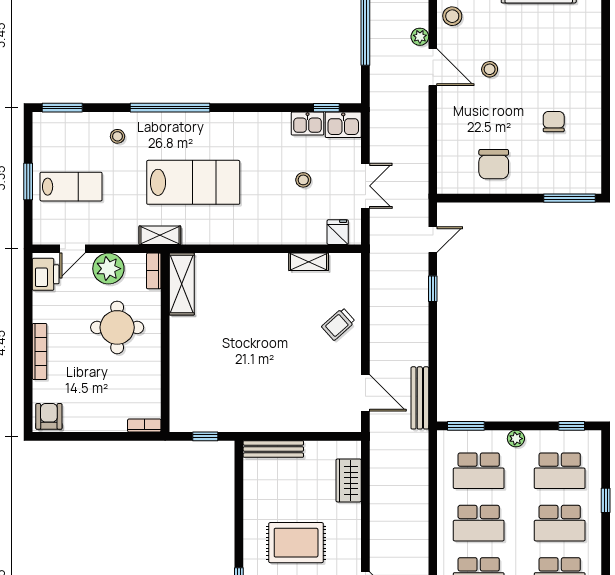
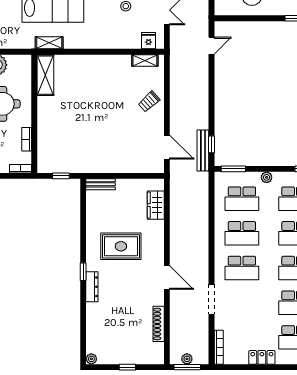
shelving: (160, 235) -> (49, 43), moved
shelving: (309, 262) -> (145, 60), moved
bookcase: (154, 271) -> (27, 139), moved
window: (433, 289) -> (212, 144), moved
bench: (273, 449) -> (101, 184), width x0.73

